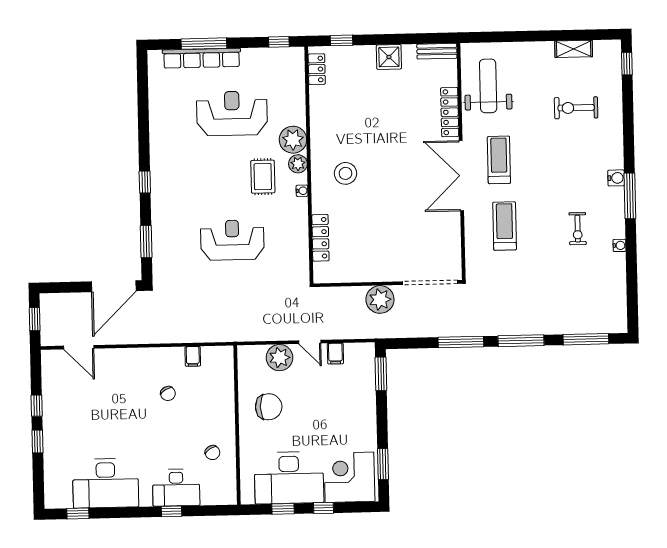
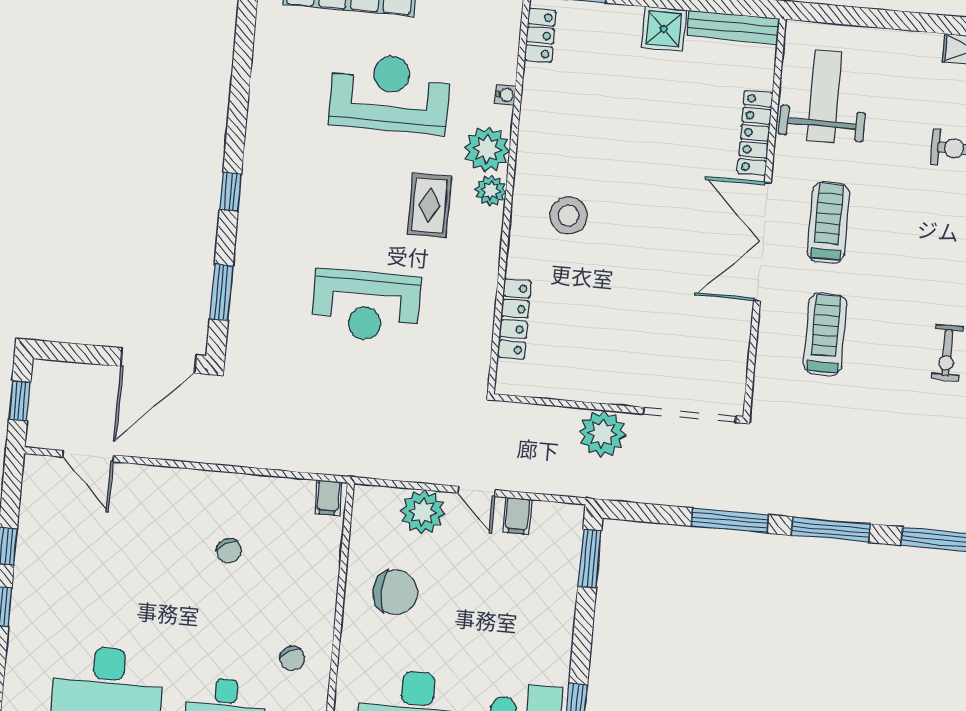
bench: (437, 51) -> (733, 27), width x1.36
water cooler: (302, 191) -> (505, 95), moved
reception desk: (232, 240) -> (366, 306), turned 180
filing cabinet: (193, 356) -> (328, 498), moved

